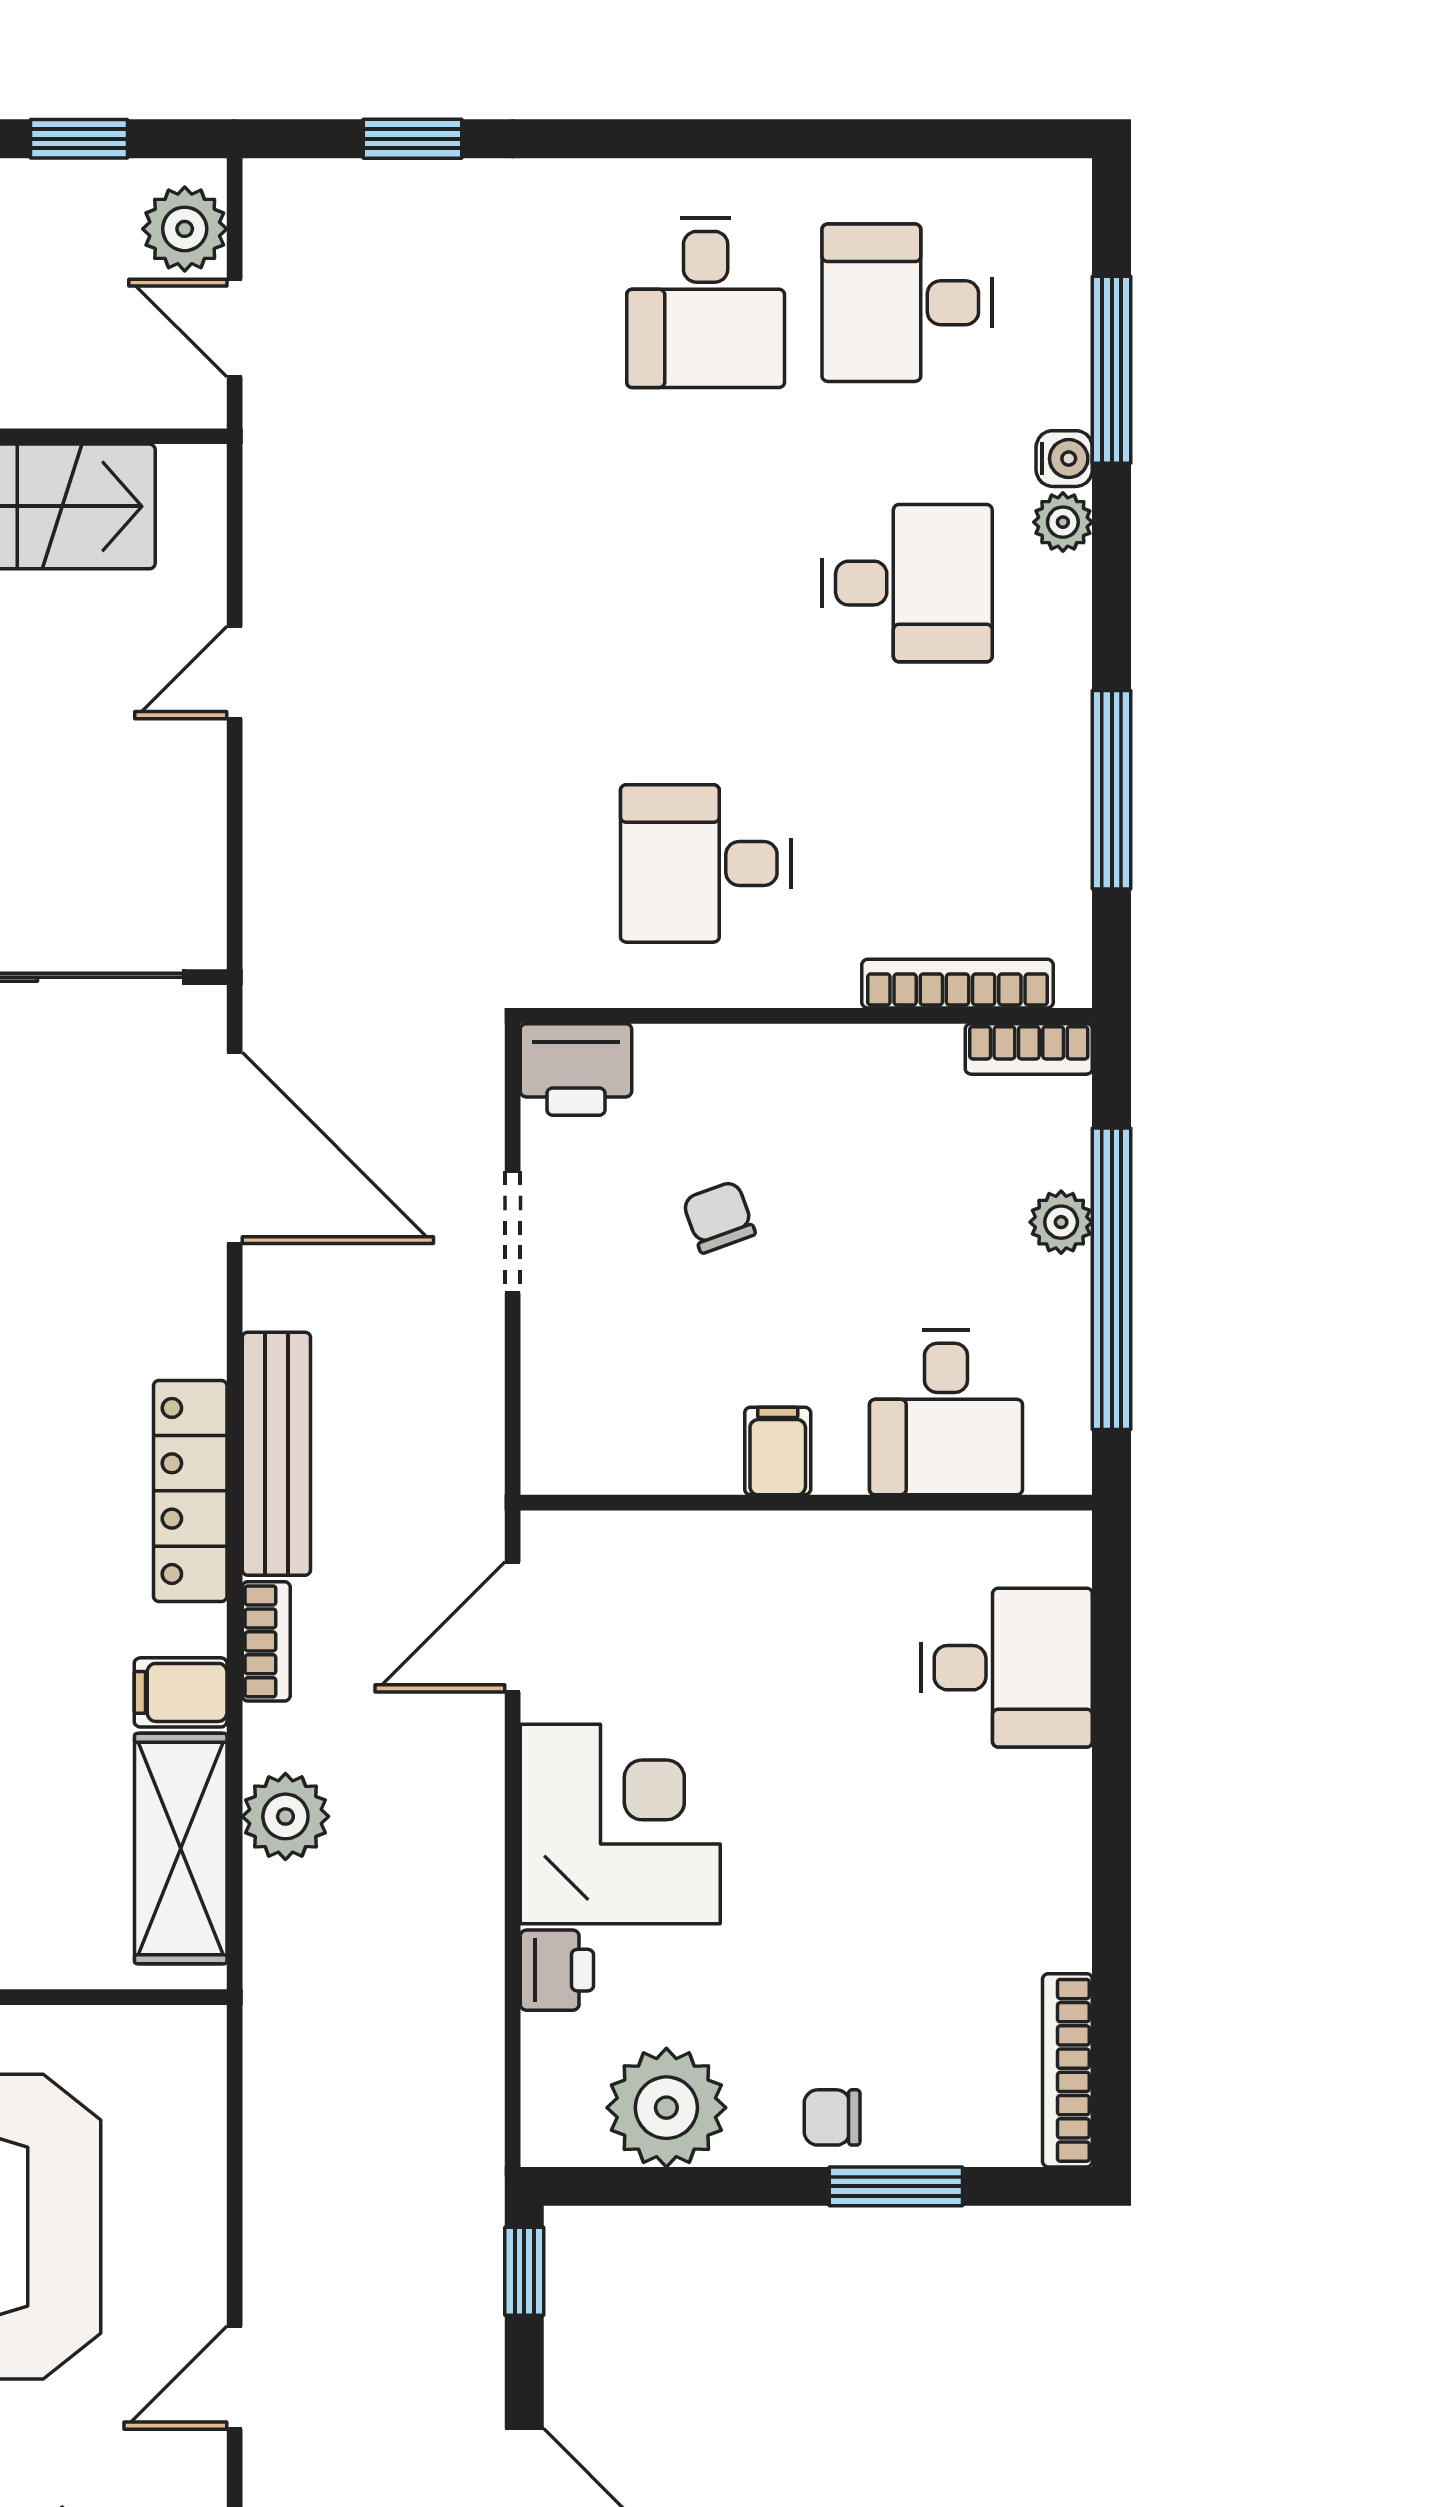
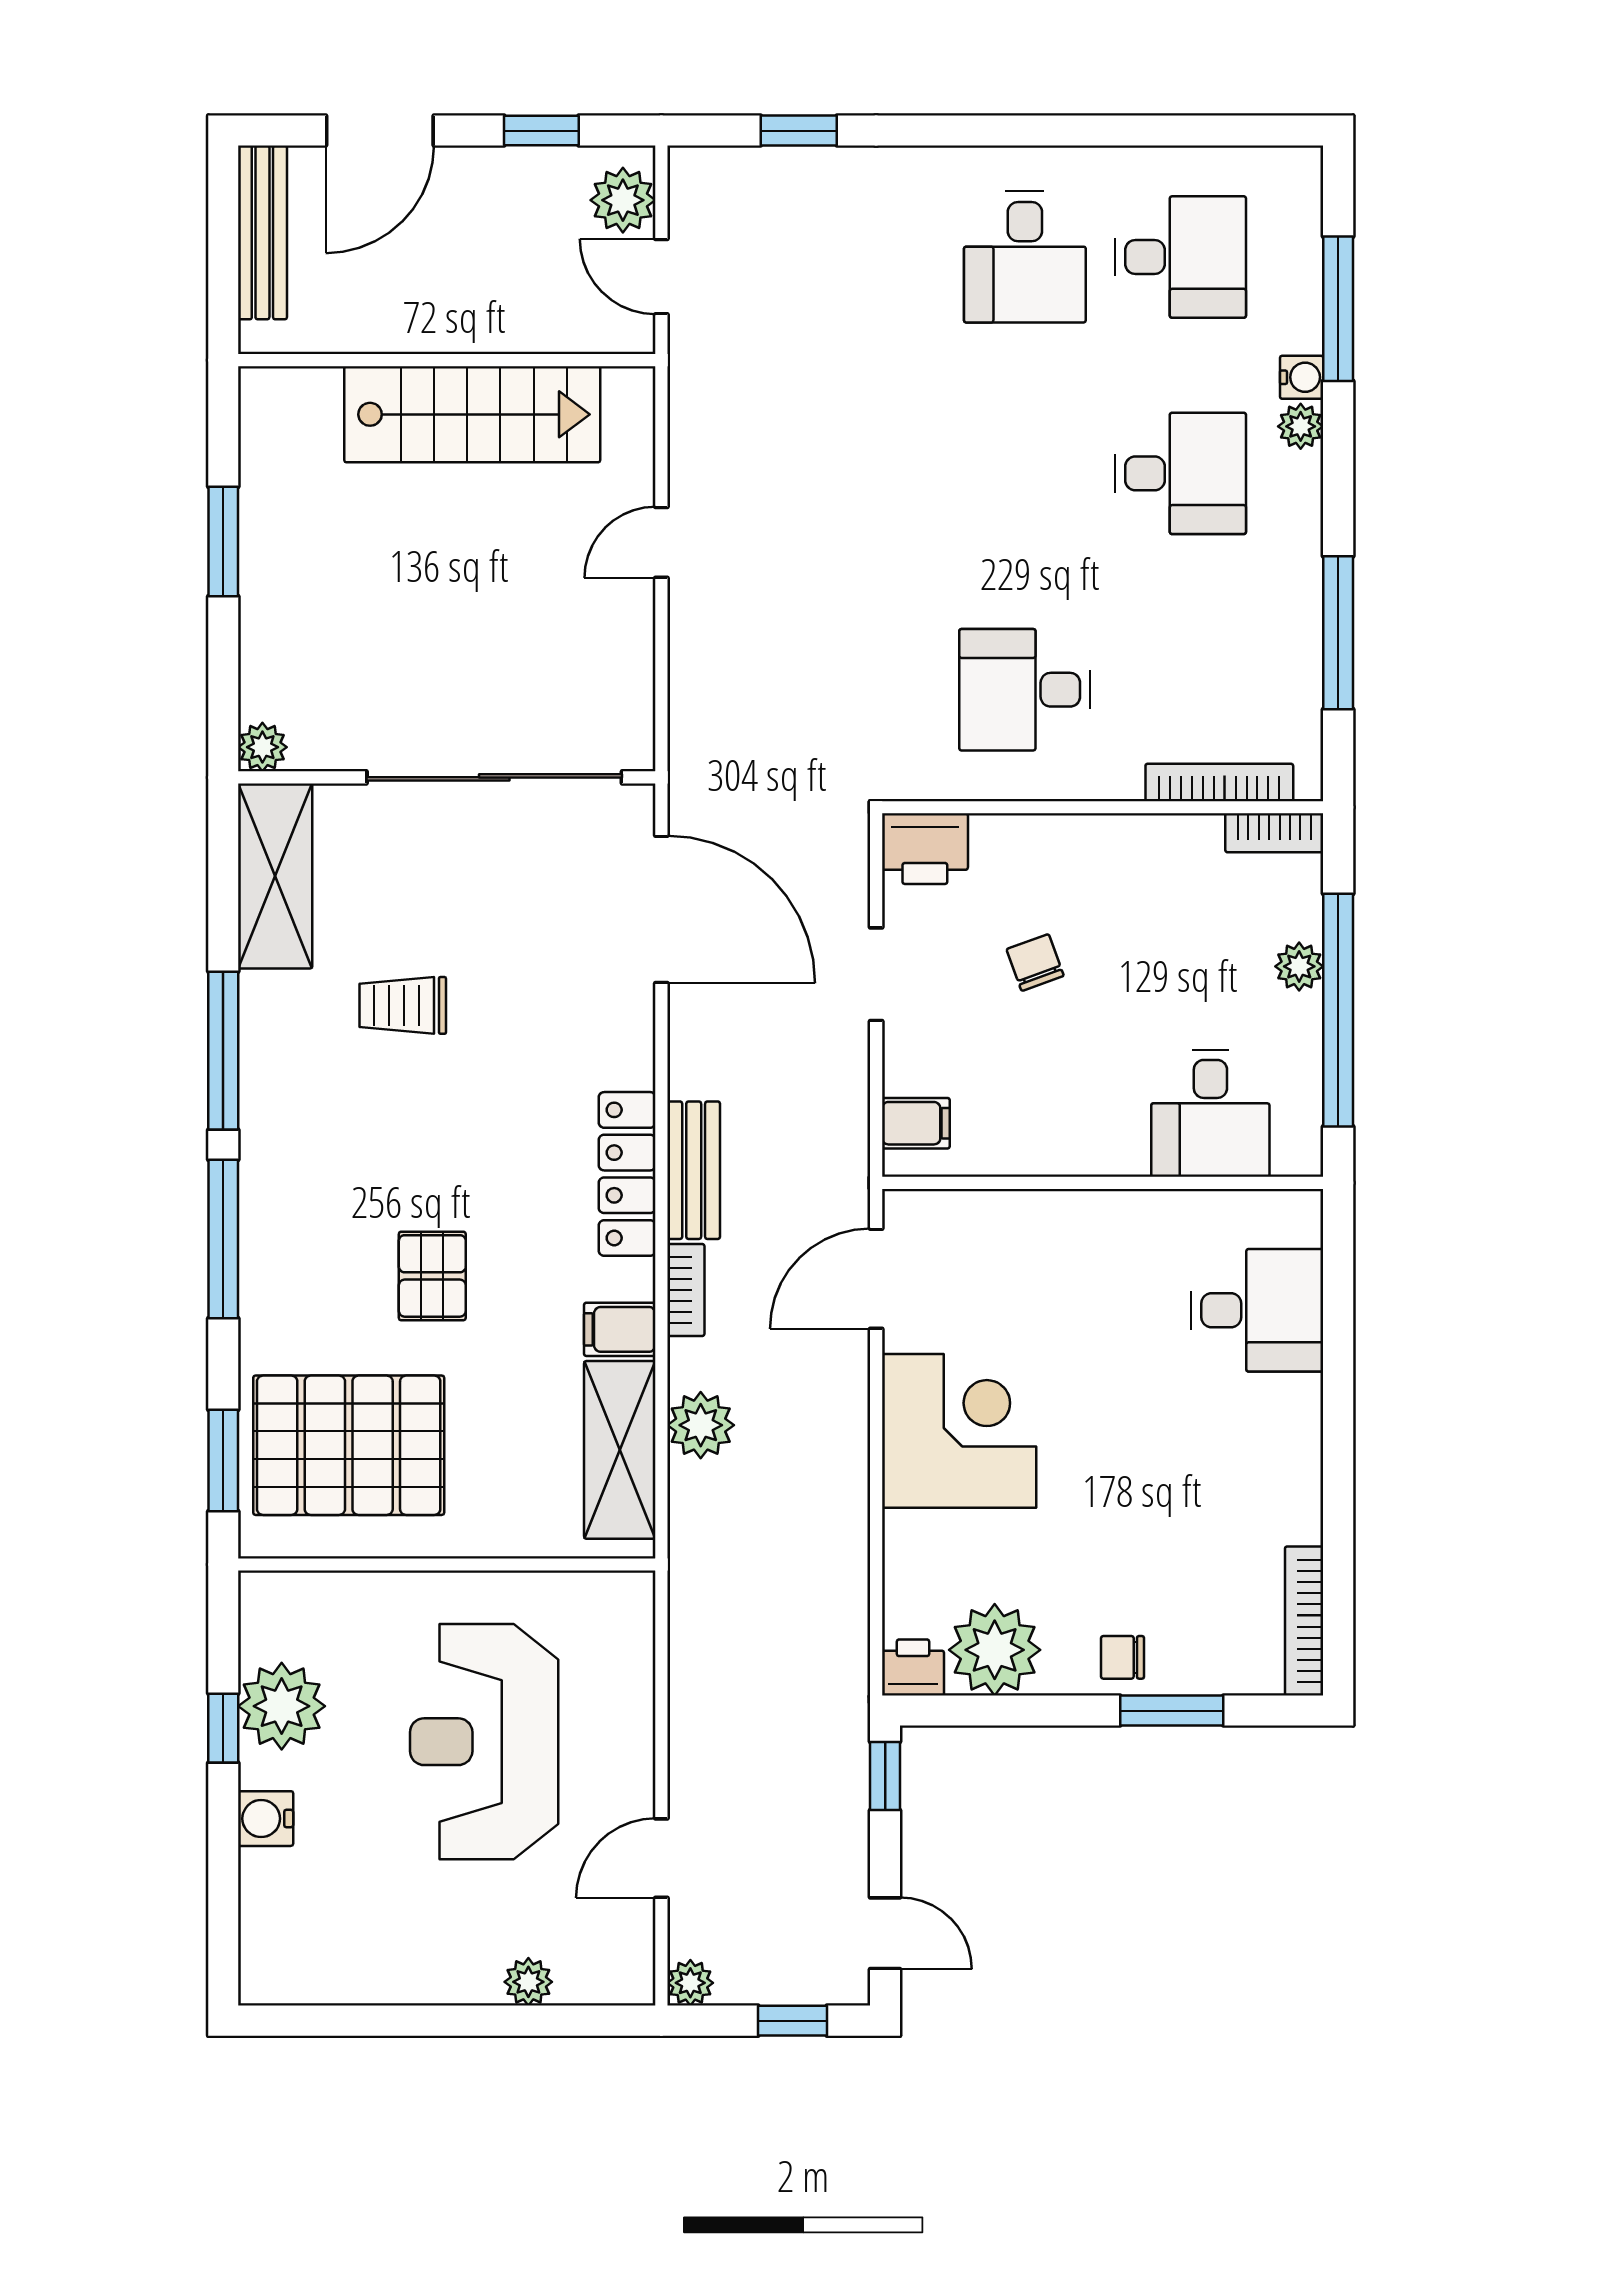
desk: (907, 303) -> (1180, 257), turned 180
filing cabinet: (778, 1451) -> (916, 1123), moved, turned 90
bench: (276, 1454) -> (694, 1170), width x0.73
printer: (557, 1970) -> (913, 1668), moved, turned -90

